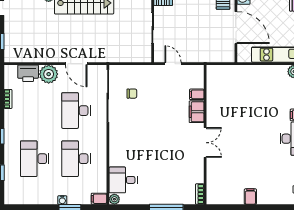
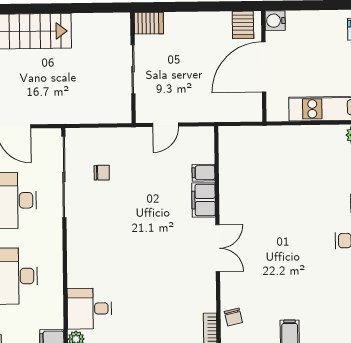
door: (236, 28) -> (264, 67), swing flipped
door: (173, 64) -> (166, 125), swing flipped
chair: (215, 186) -> (233, 317), added

